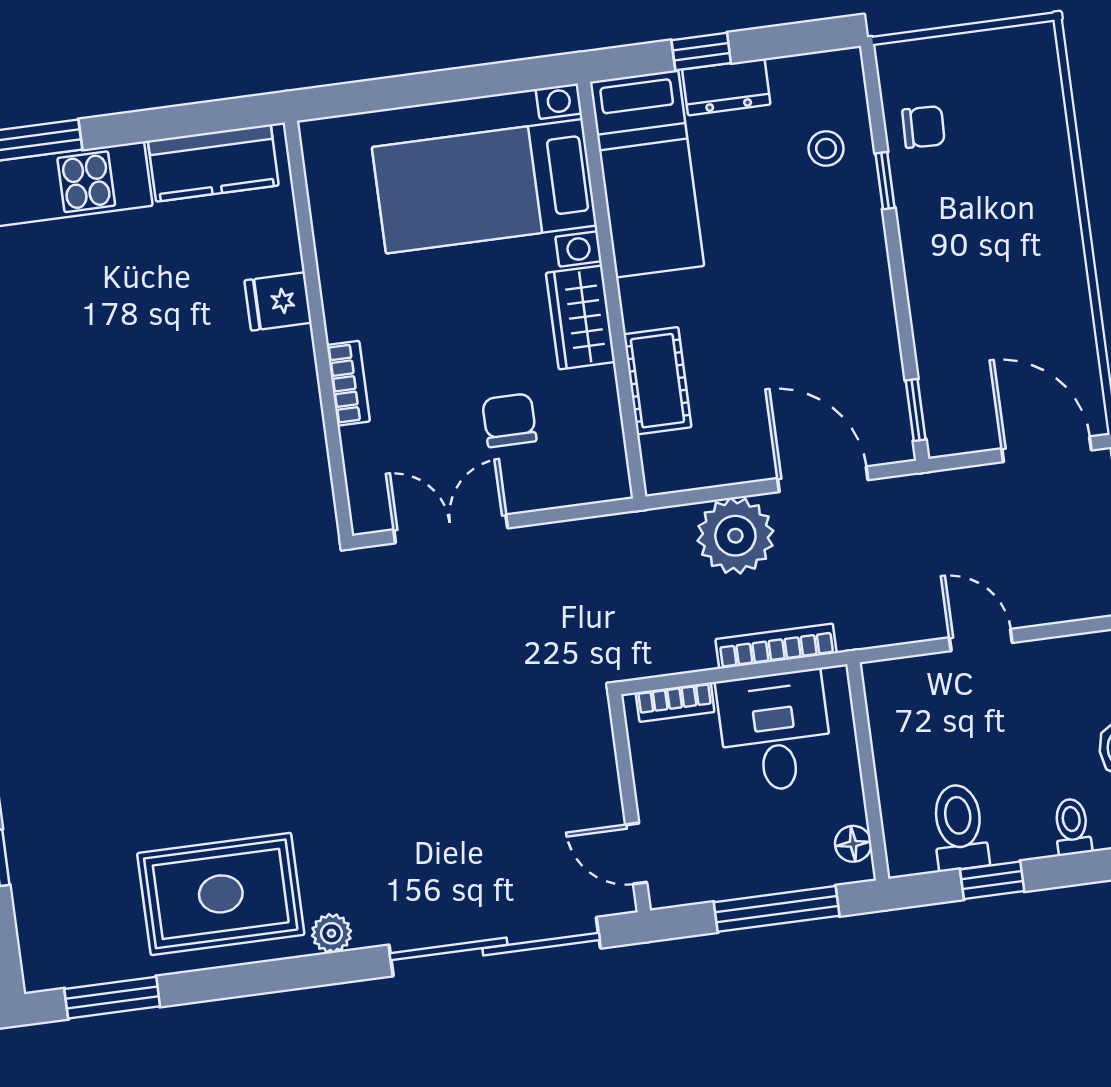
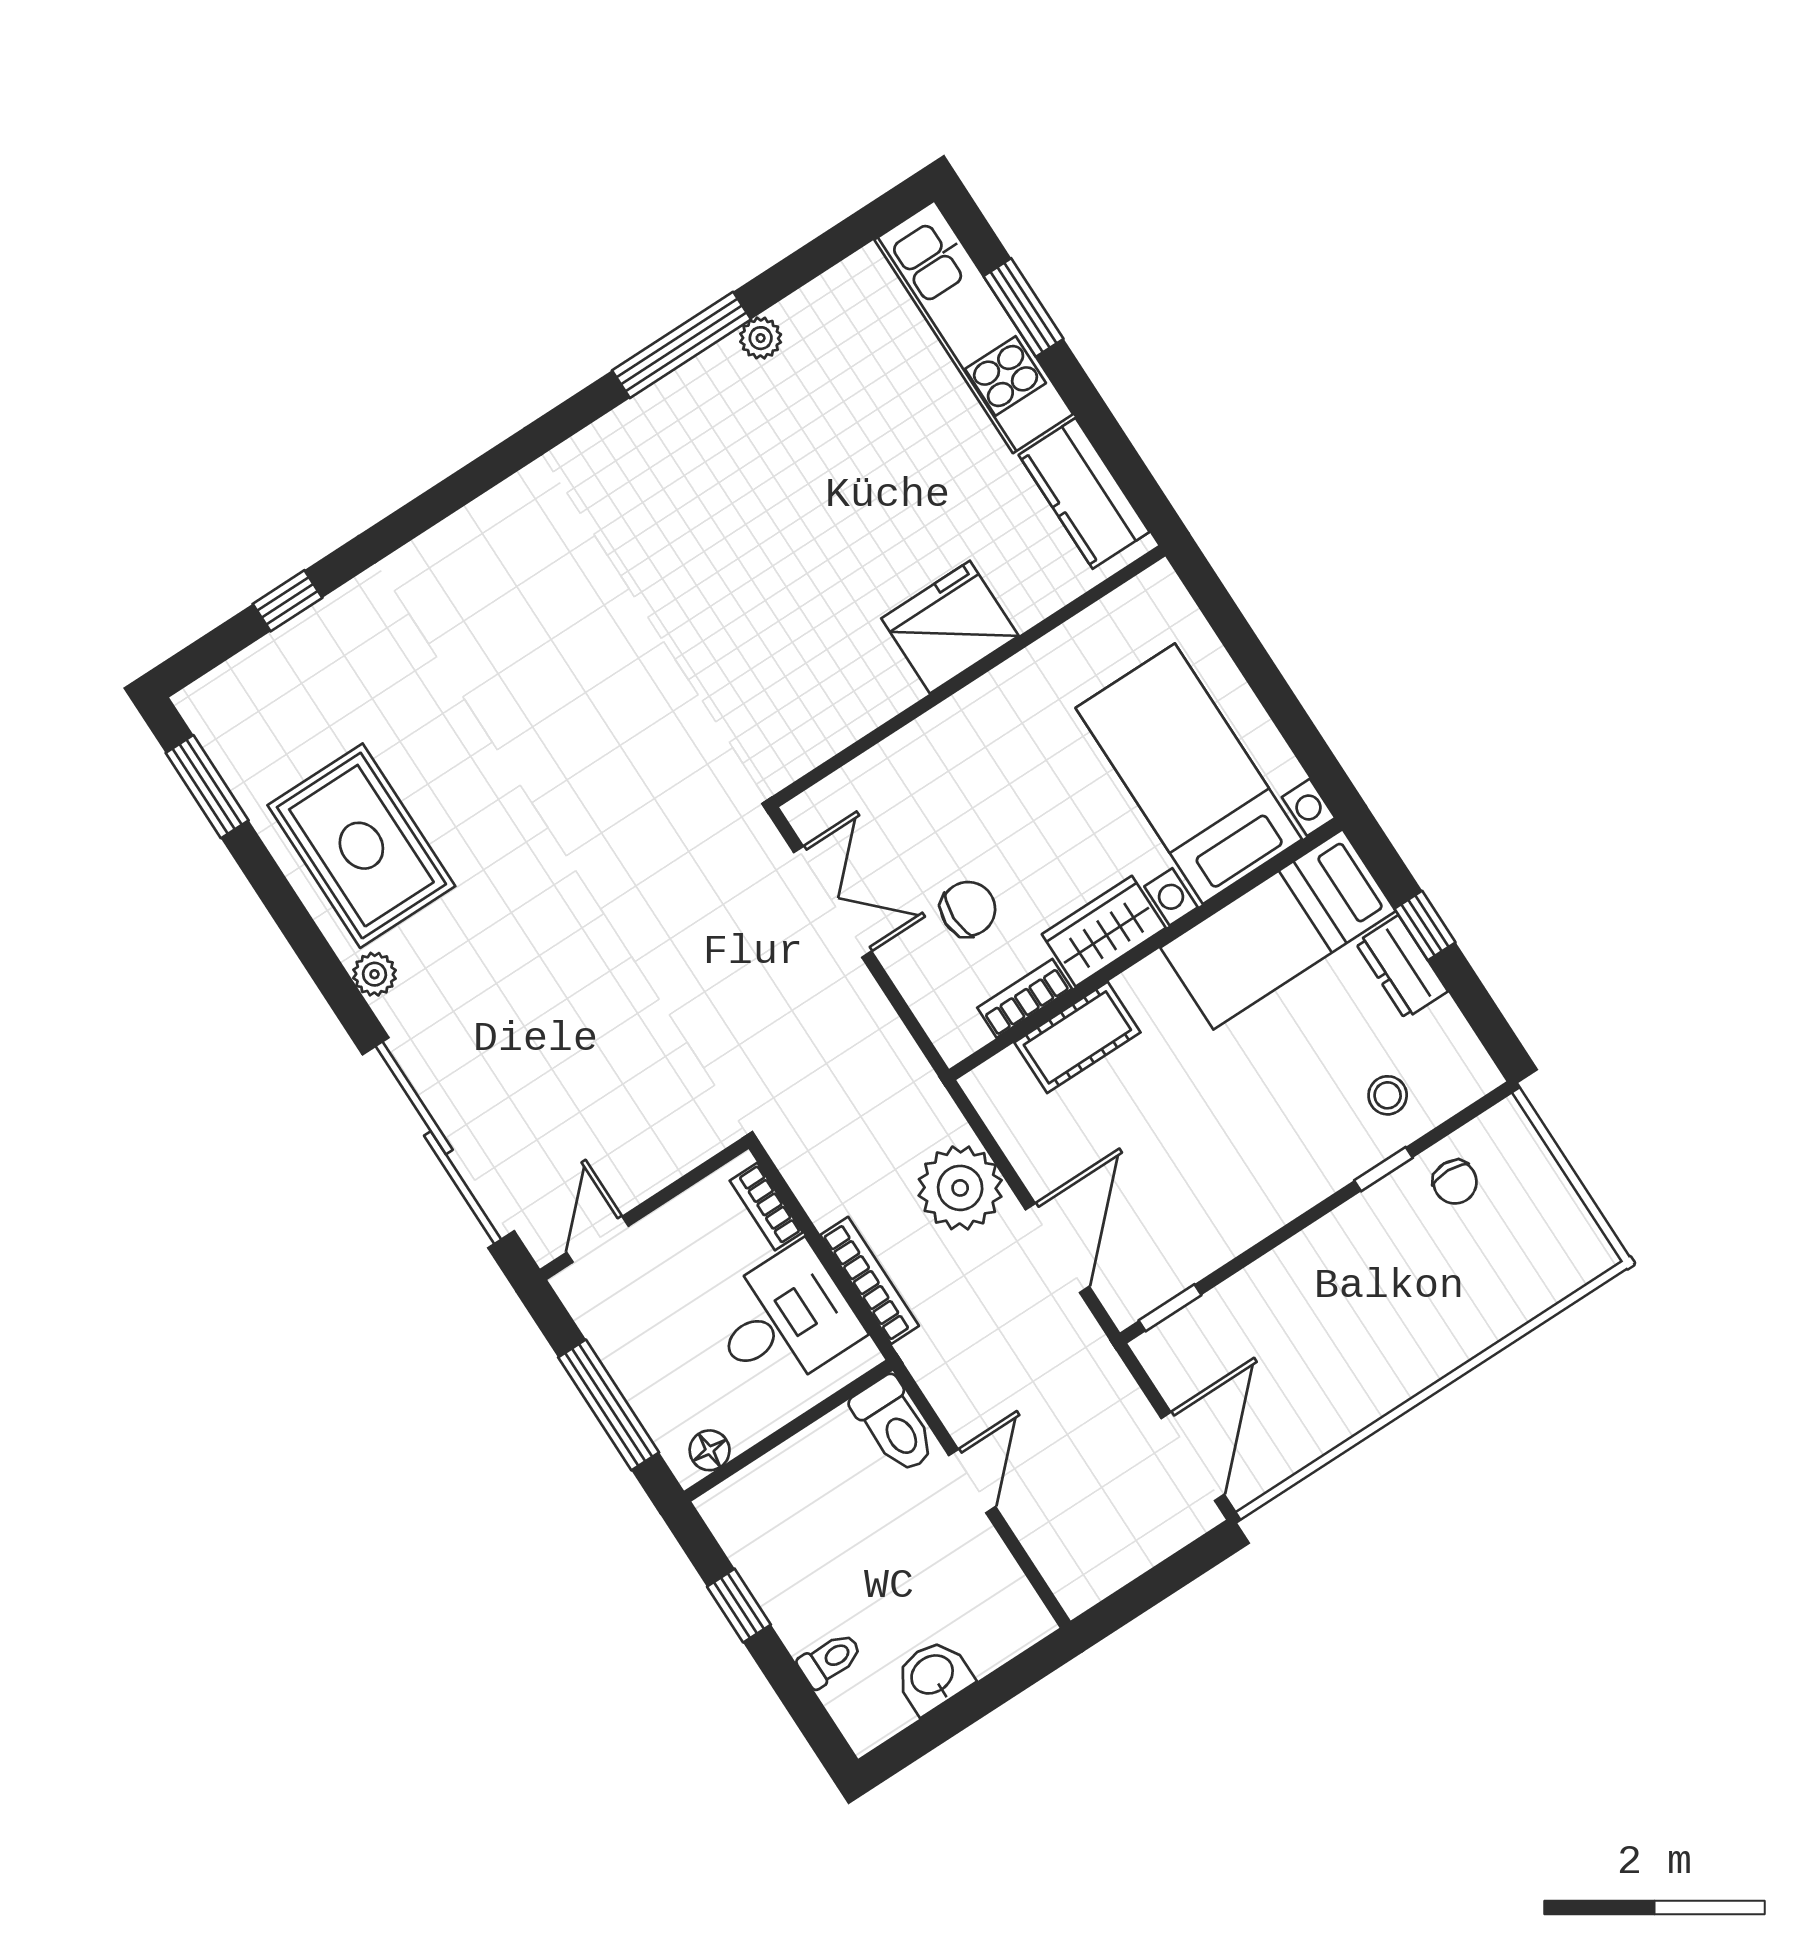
fridge: (278, 302) -> (950, 627), width x1.88, depth x1.34
bookcase: (348, 383) -> (1025, 998), moved, turned 180
toilet: (959, 827) -> (894, 1425), moved, turned 90

